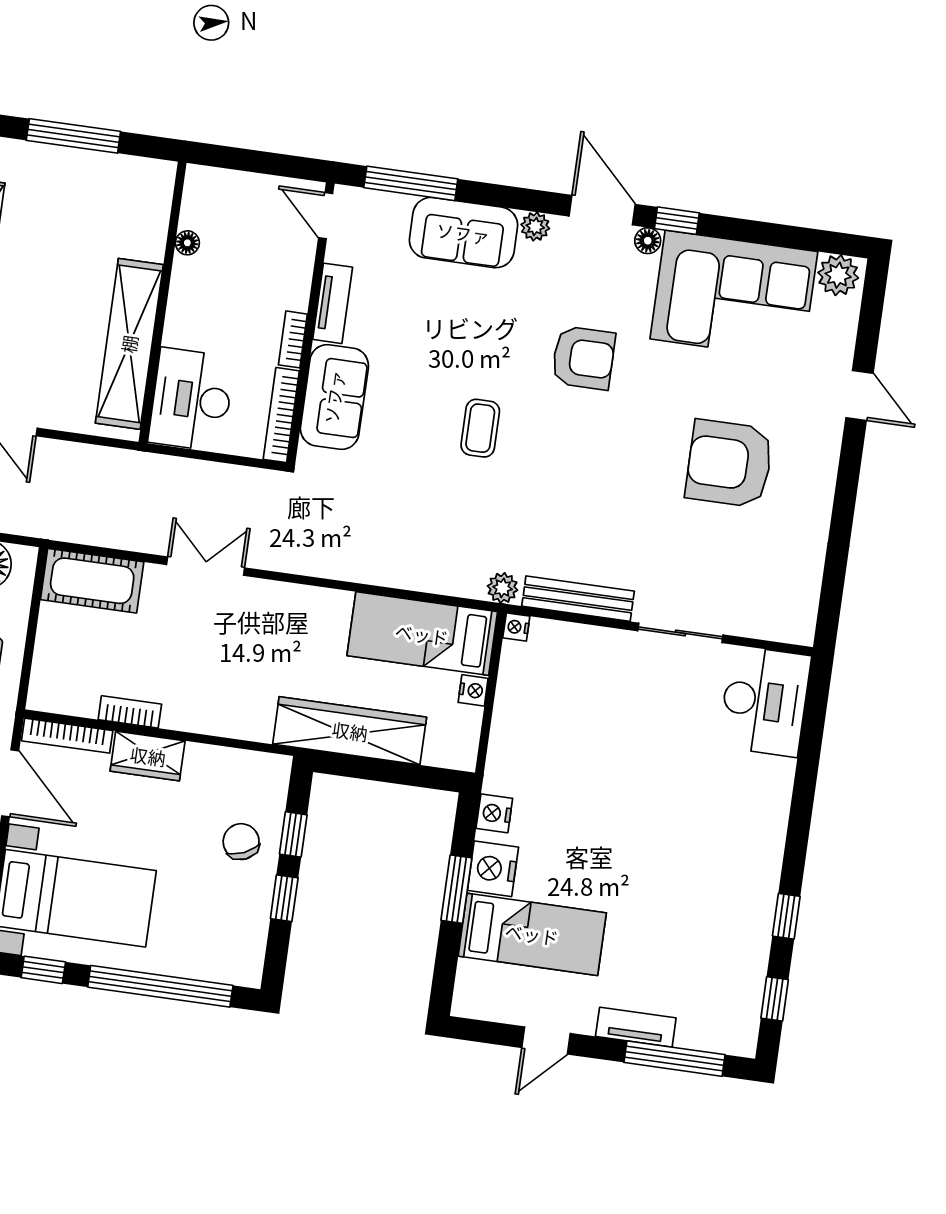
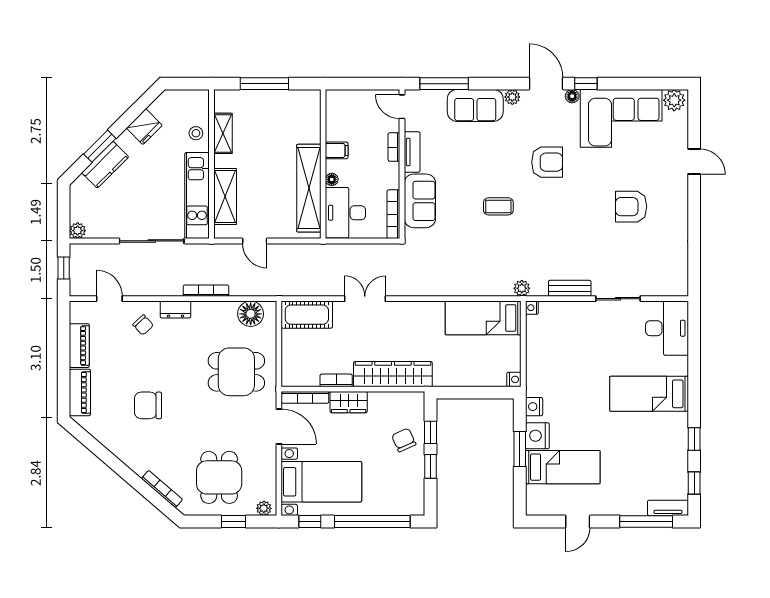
floor lamp: (187, 243) -> (332, 179), moved
filing cabinet: (192, 281) -> (337, 150), added
bookcase: (293, 339) -> (394, 147), moved
coffee table: (480, 428) -> (498, 206), turned 90
armchair: (729, 464) -> (631, 207), width x0.73, depth x0.73
bench: (578, 599) -> (570, 288), width x0.73
nightstand: (473, 690) -> (514, 379), moved
wardrobe: (350, 731) -> (393, 374), moved
bed: (714, 820) -> (649, 394), added
tv unit: (636, 1027) -> (668, 508), moved

